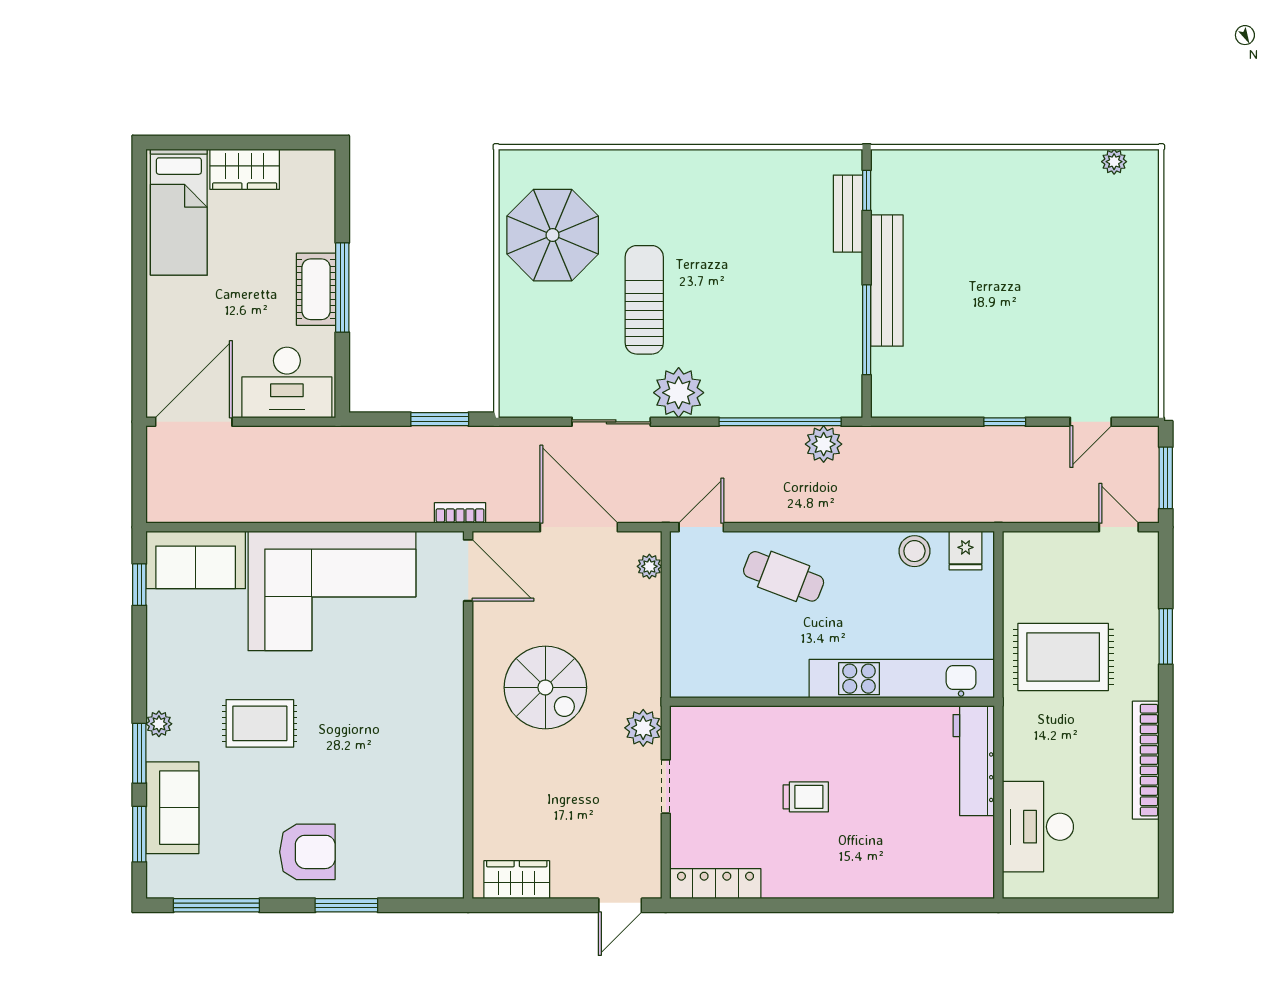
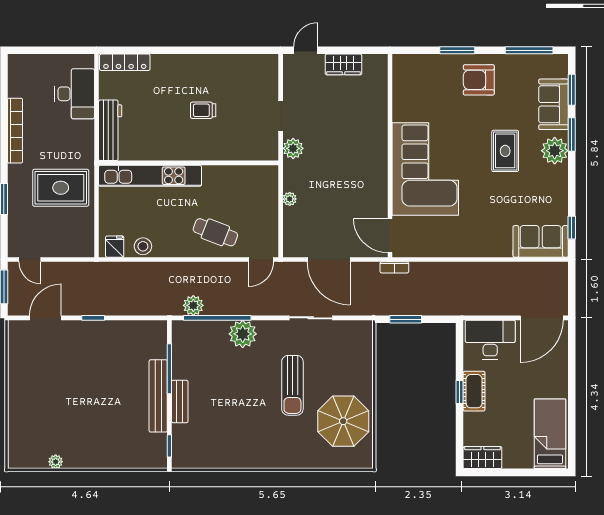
plant: (1114, 162) -> (56, 462), moved
wardrobe: (245, 169) -> (482, 458), moved
bench: (848, 214) -> (180, 401), moved
window: (342, 288) -> (460, 392), width x0.46
plant: (679, 393) -> (243, 334), moved
door: (1091, 422) -> (45, 318), width x1.38
plant: (649, 566) -> (290, 199), moved
corner sofa: (332, 591) -> (425, 169), moved, turned 90
spiral stairs: (545, 687) -> (347, 171), removed
rug: (260, 723) -> (505, 151), turned 90
plant: (159, 724) -> (555, 151), width x1.88, depth x1.88
wardrobe: (517, 880) -> (344, 64), moved
locker: (715, 884) -> (125, 62), moved

